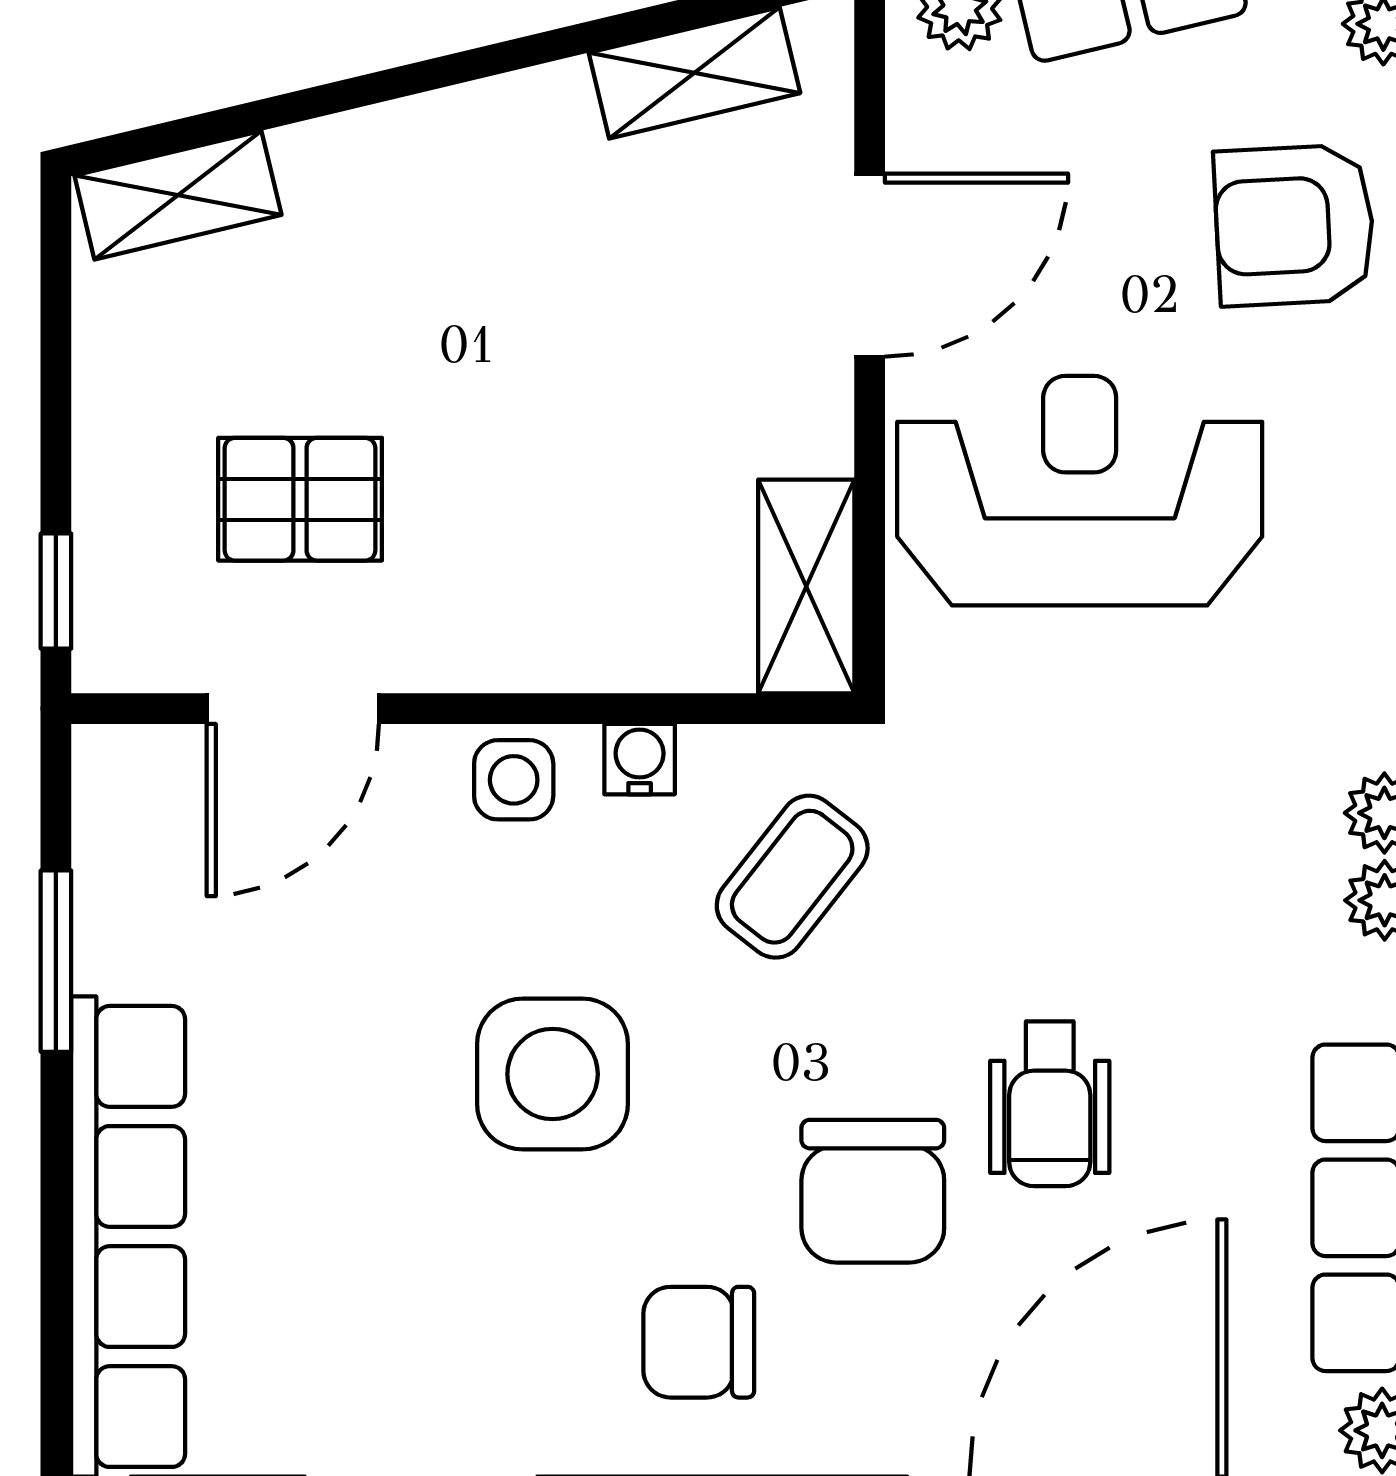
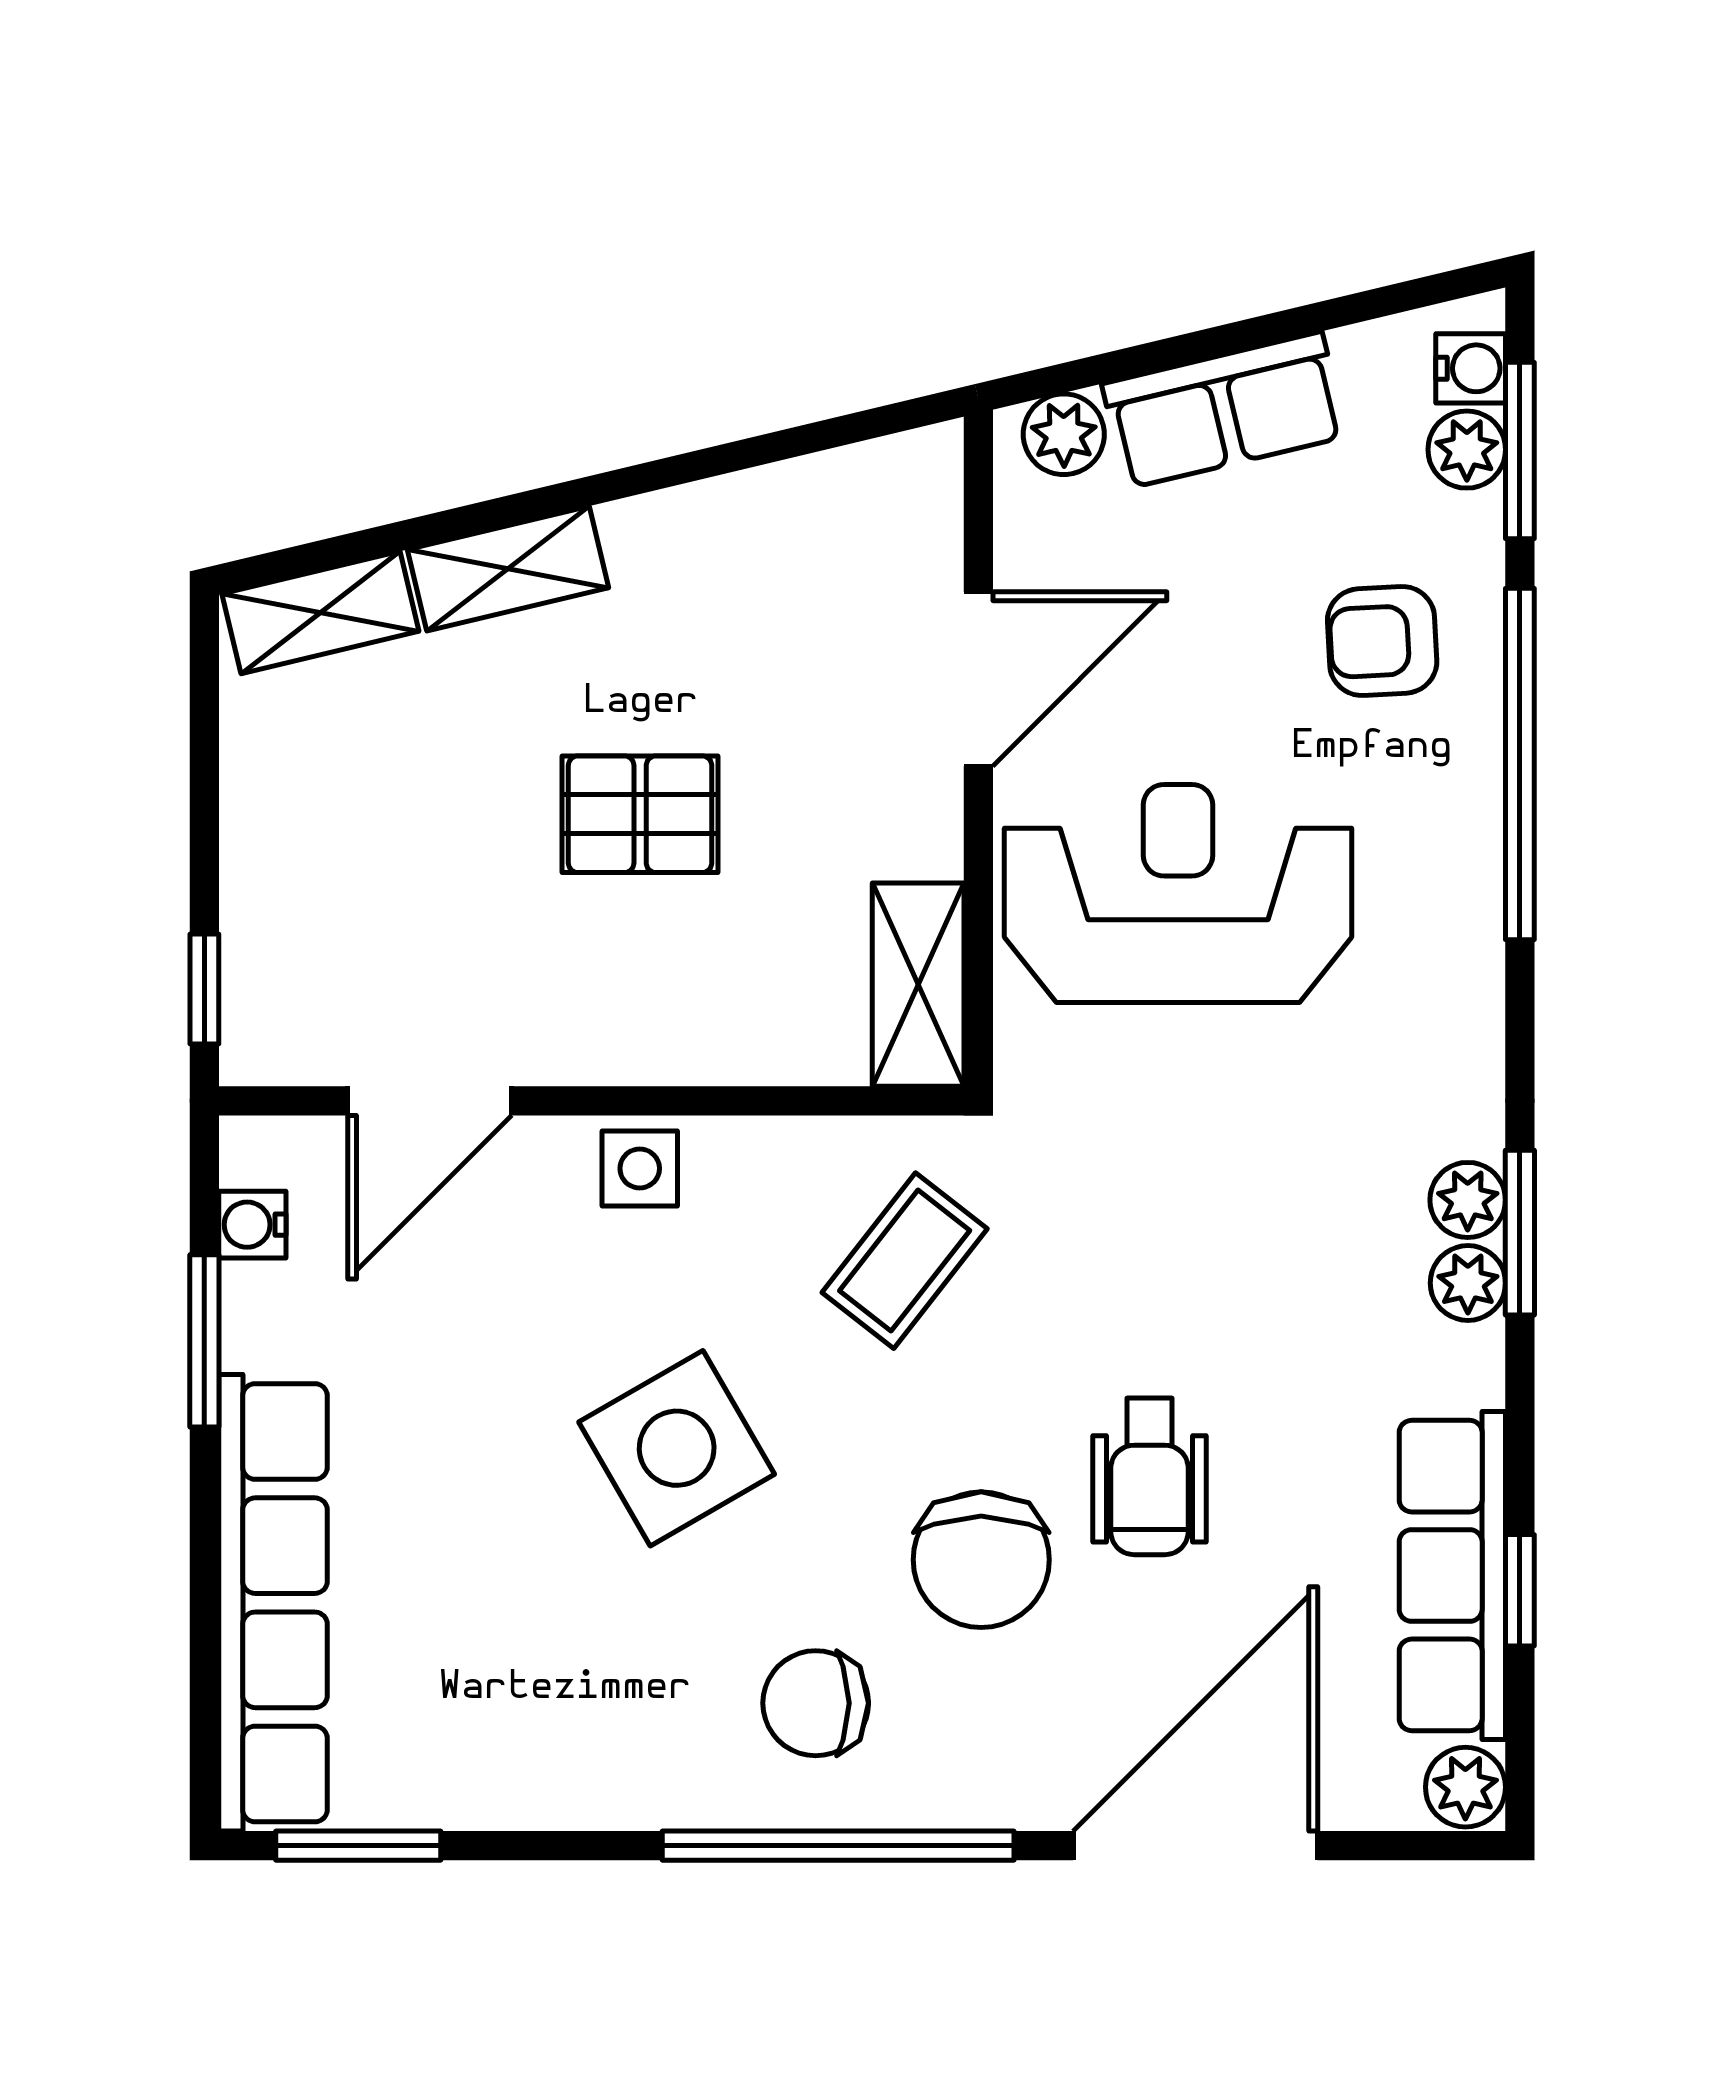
shelving: (694, 73) -> (508, 569), moved
armchair: (1294, 225) -> (1382, 641), width x0.72, depth x0.72
pallet: (300, 499) -> (640, 814), moved
water cooler: (640, 759) -> (252, 1225), moved, turned -90
side table: (553, 1074) -> (677, 1448), turned -30

